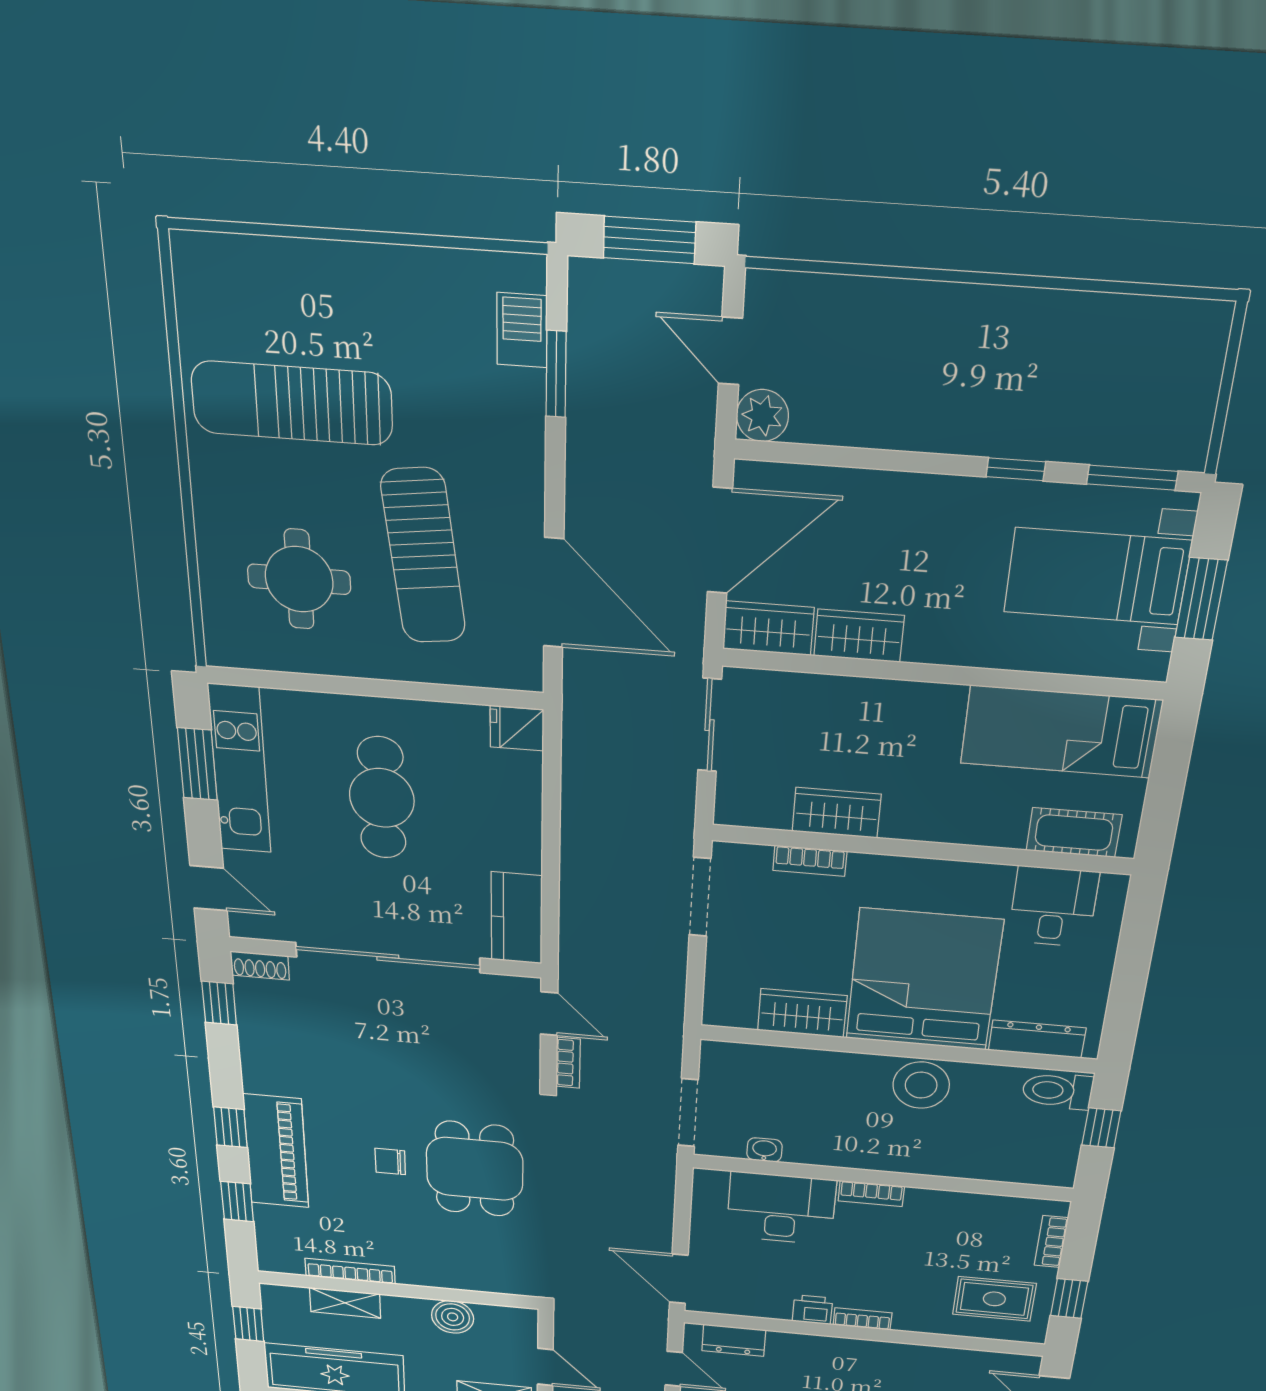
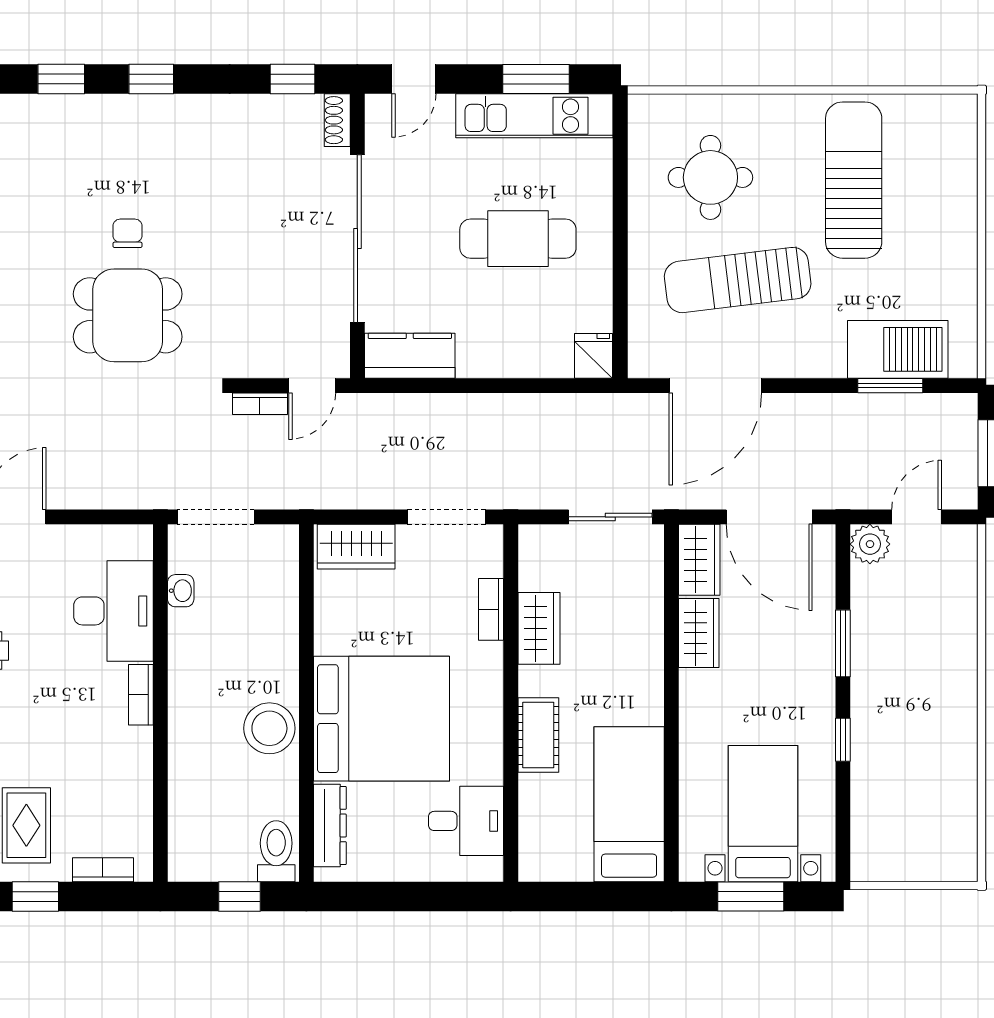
barbecue: (522, 330) -> (898, 349), width x1.88, depth x1.53
window: (1132, 478) -> (843, 643), moved
cot: (1074, 833) -> (538, 735), moved
wardrobe: (802, 1013) -> (356, 547), moved, turned 90
piano: (276, 1151) -> (127, 122), removed

